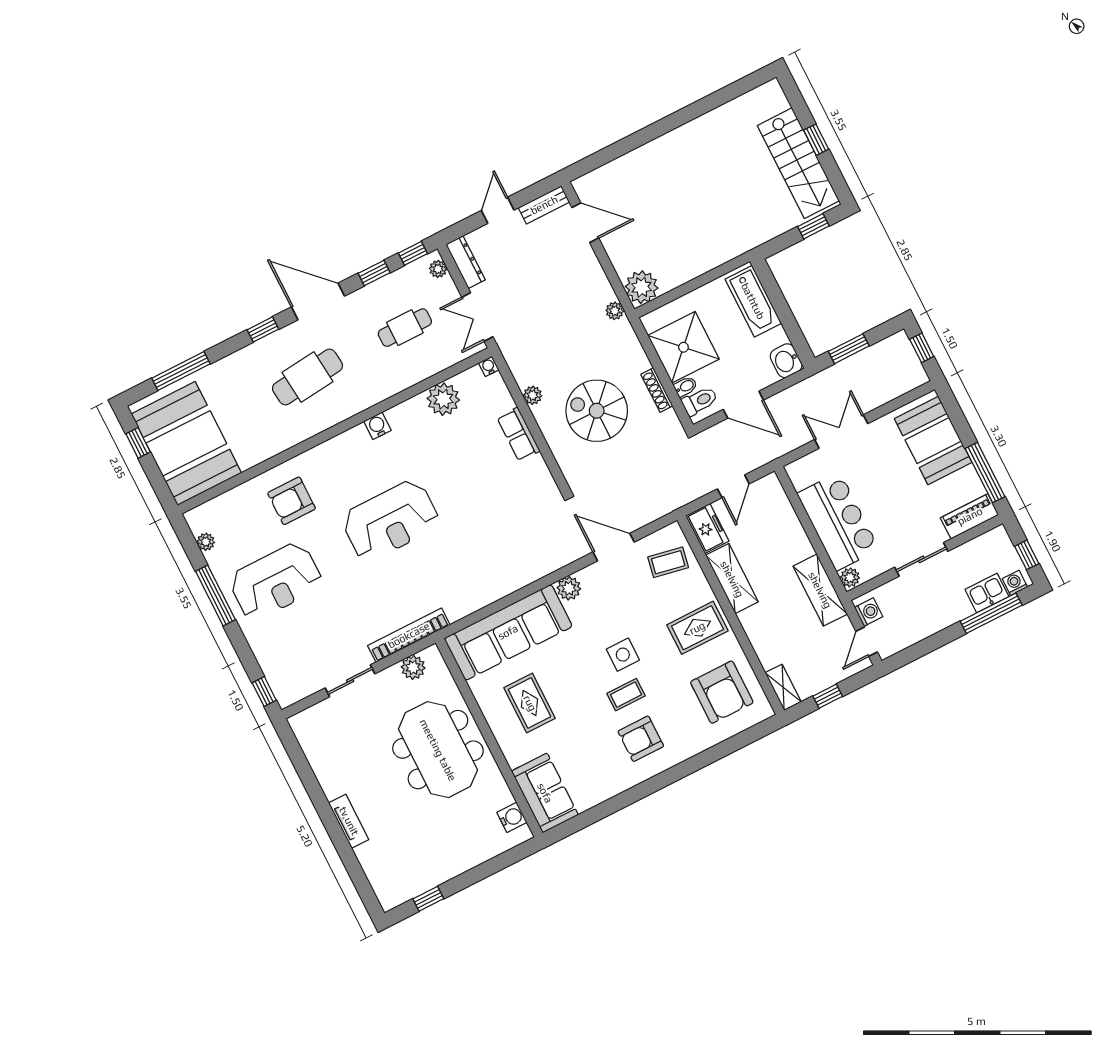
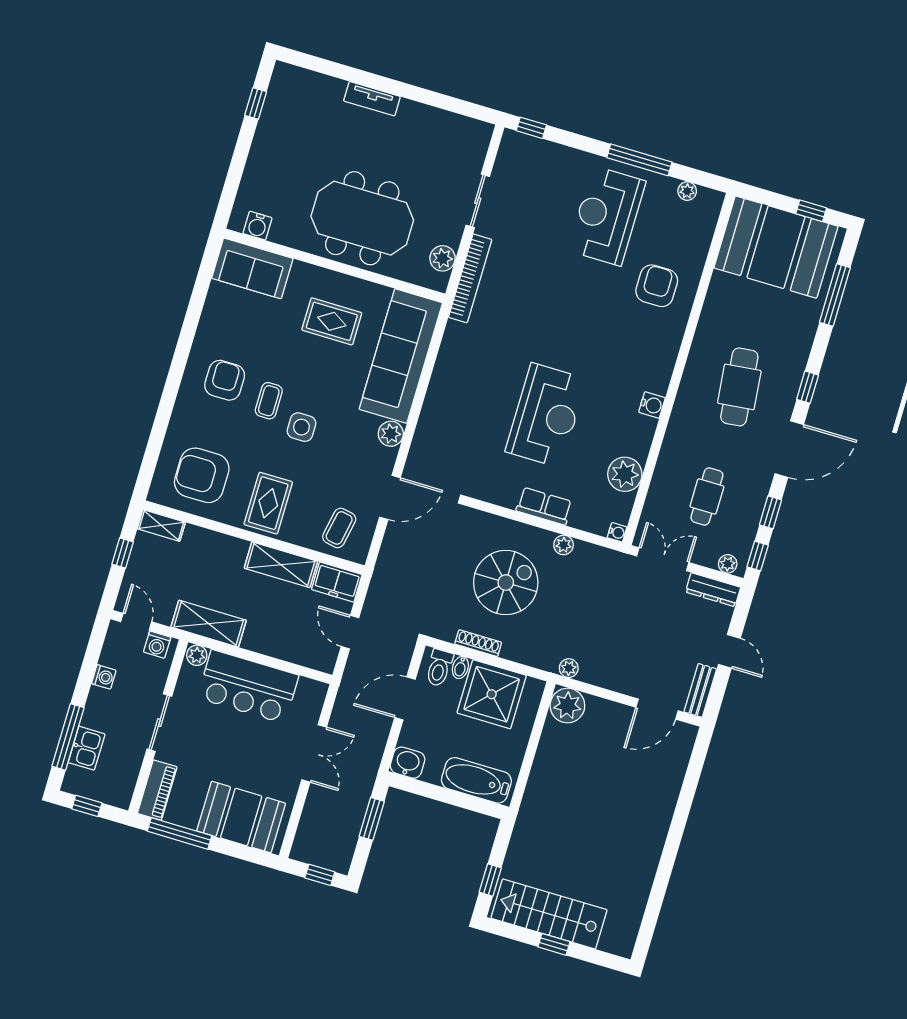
reception desk: (391, 521) -> (546, 415), moved, turned 180
washing machine: (1015, 583) -> (104, 677), moved

